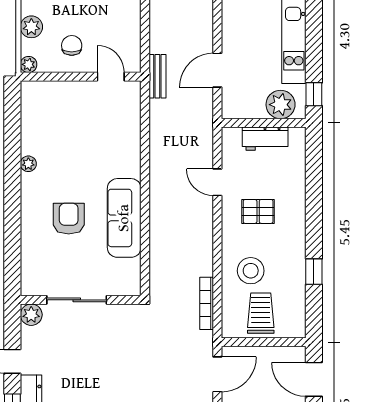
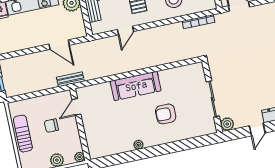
chair: (72, 45) -> (51, 126), moved
sofa: (124, 218) -> (136, 86), moved

